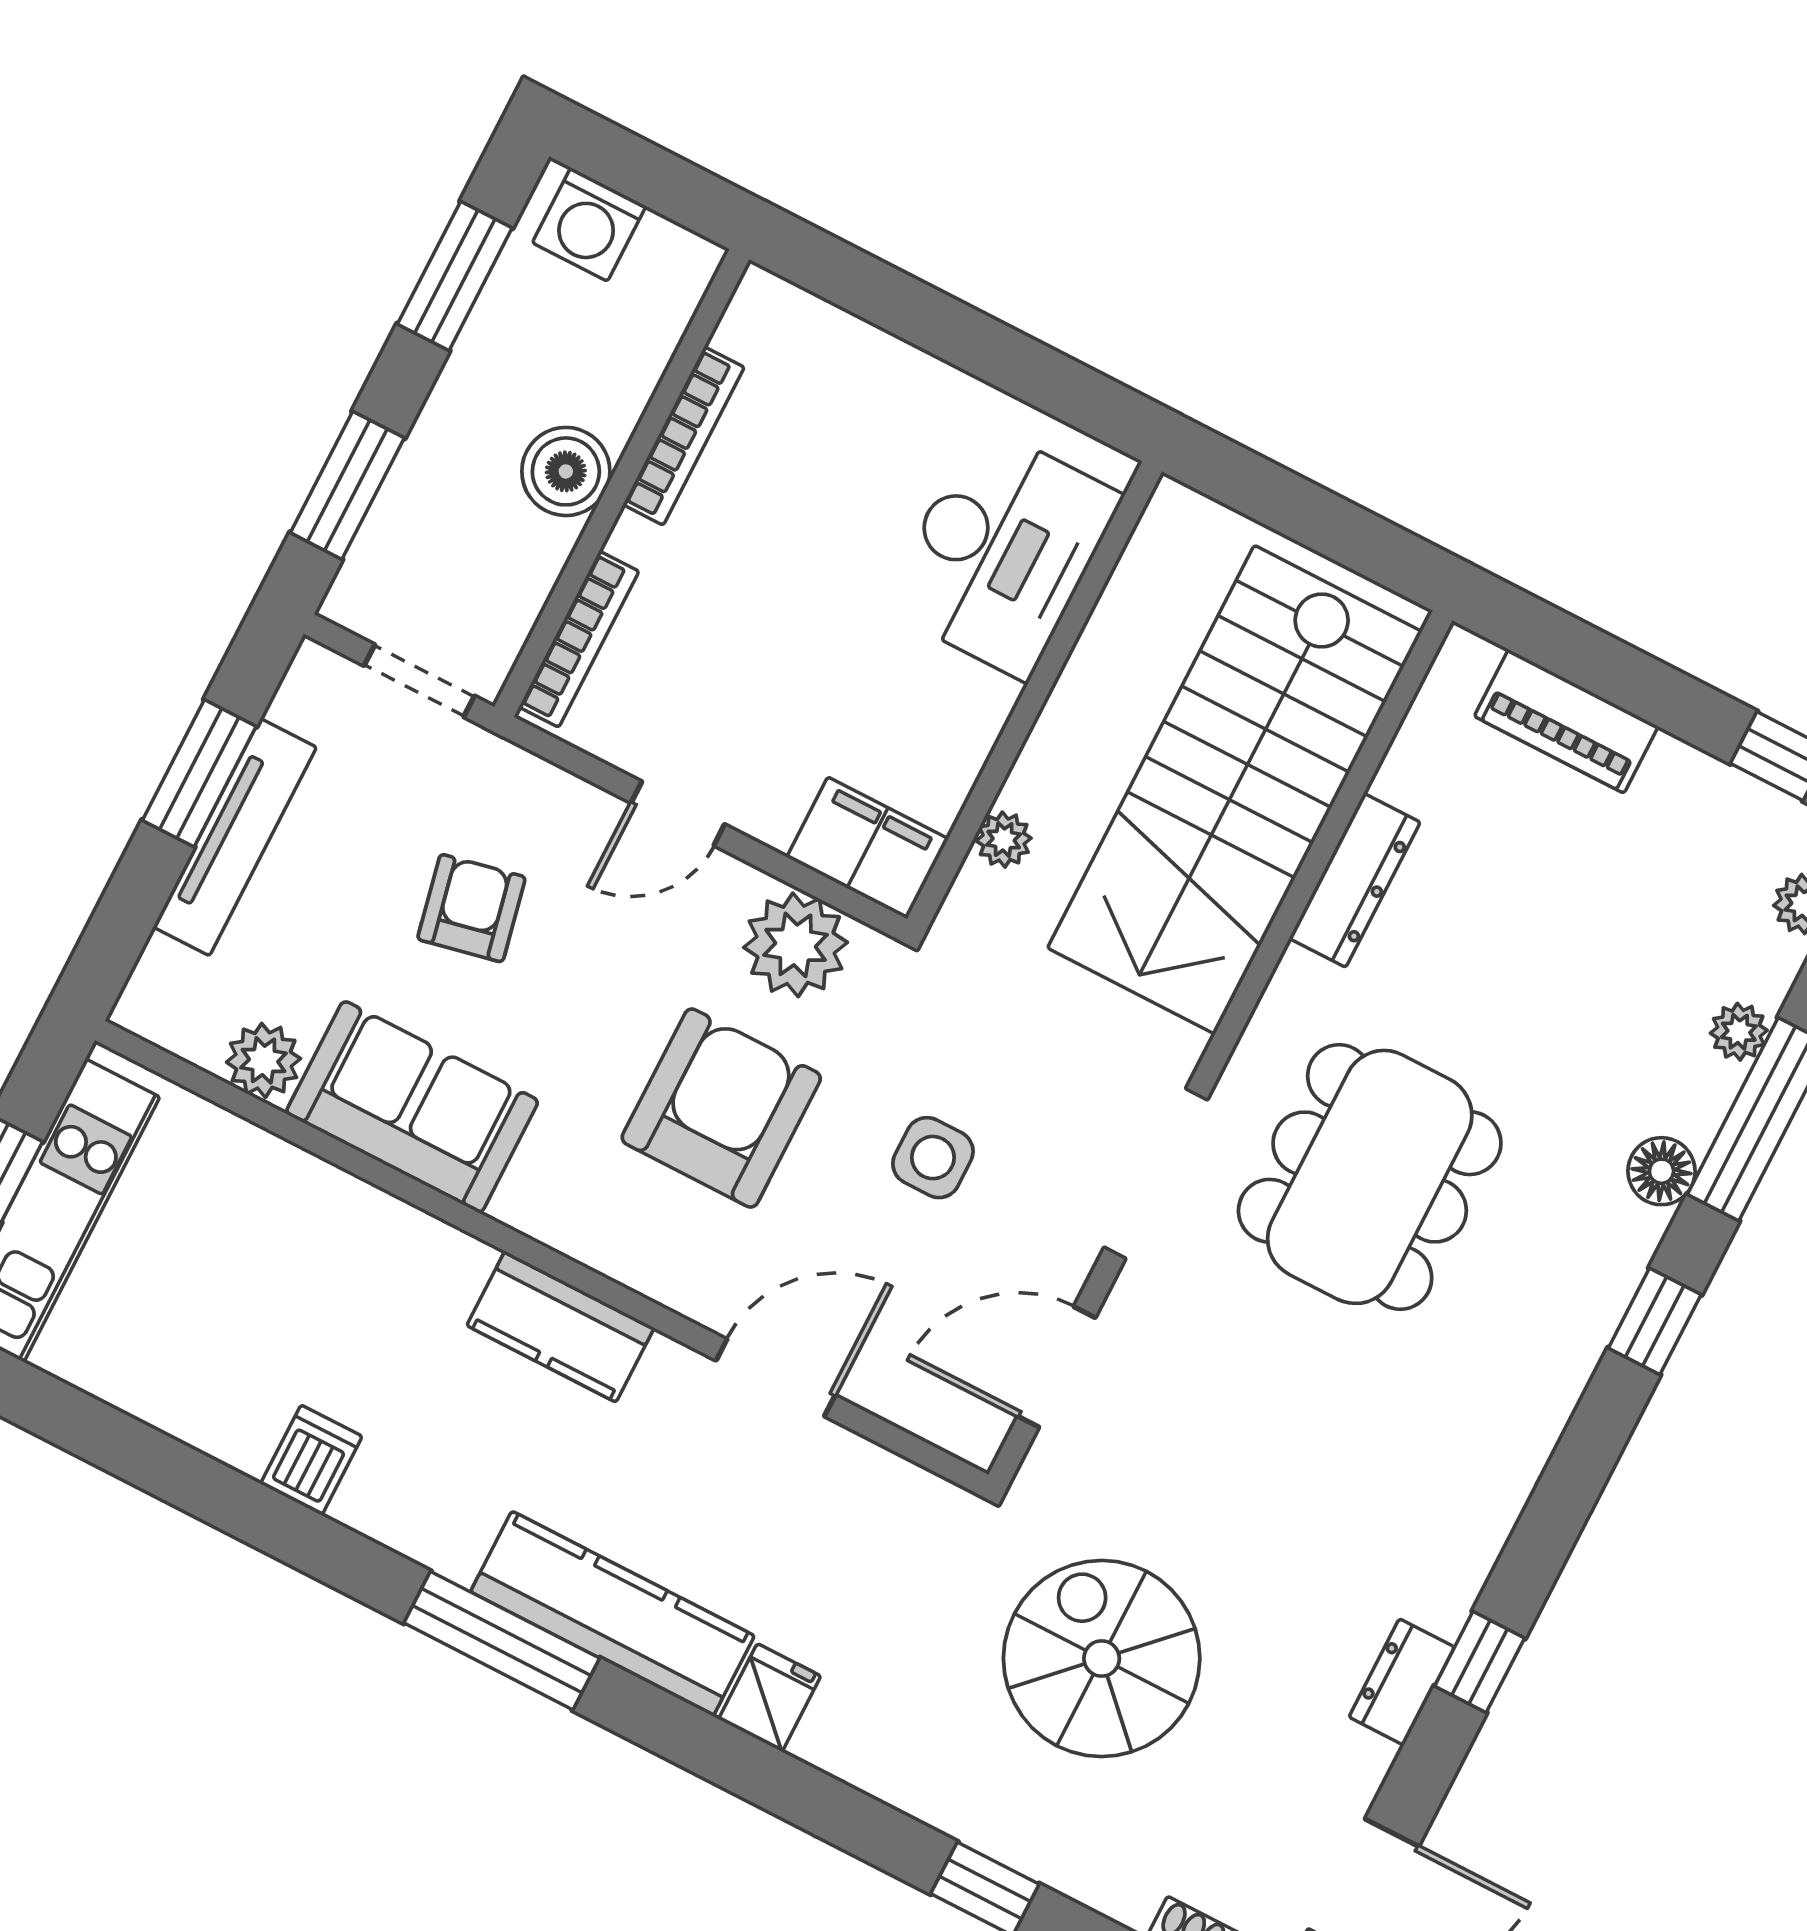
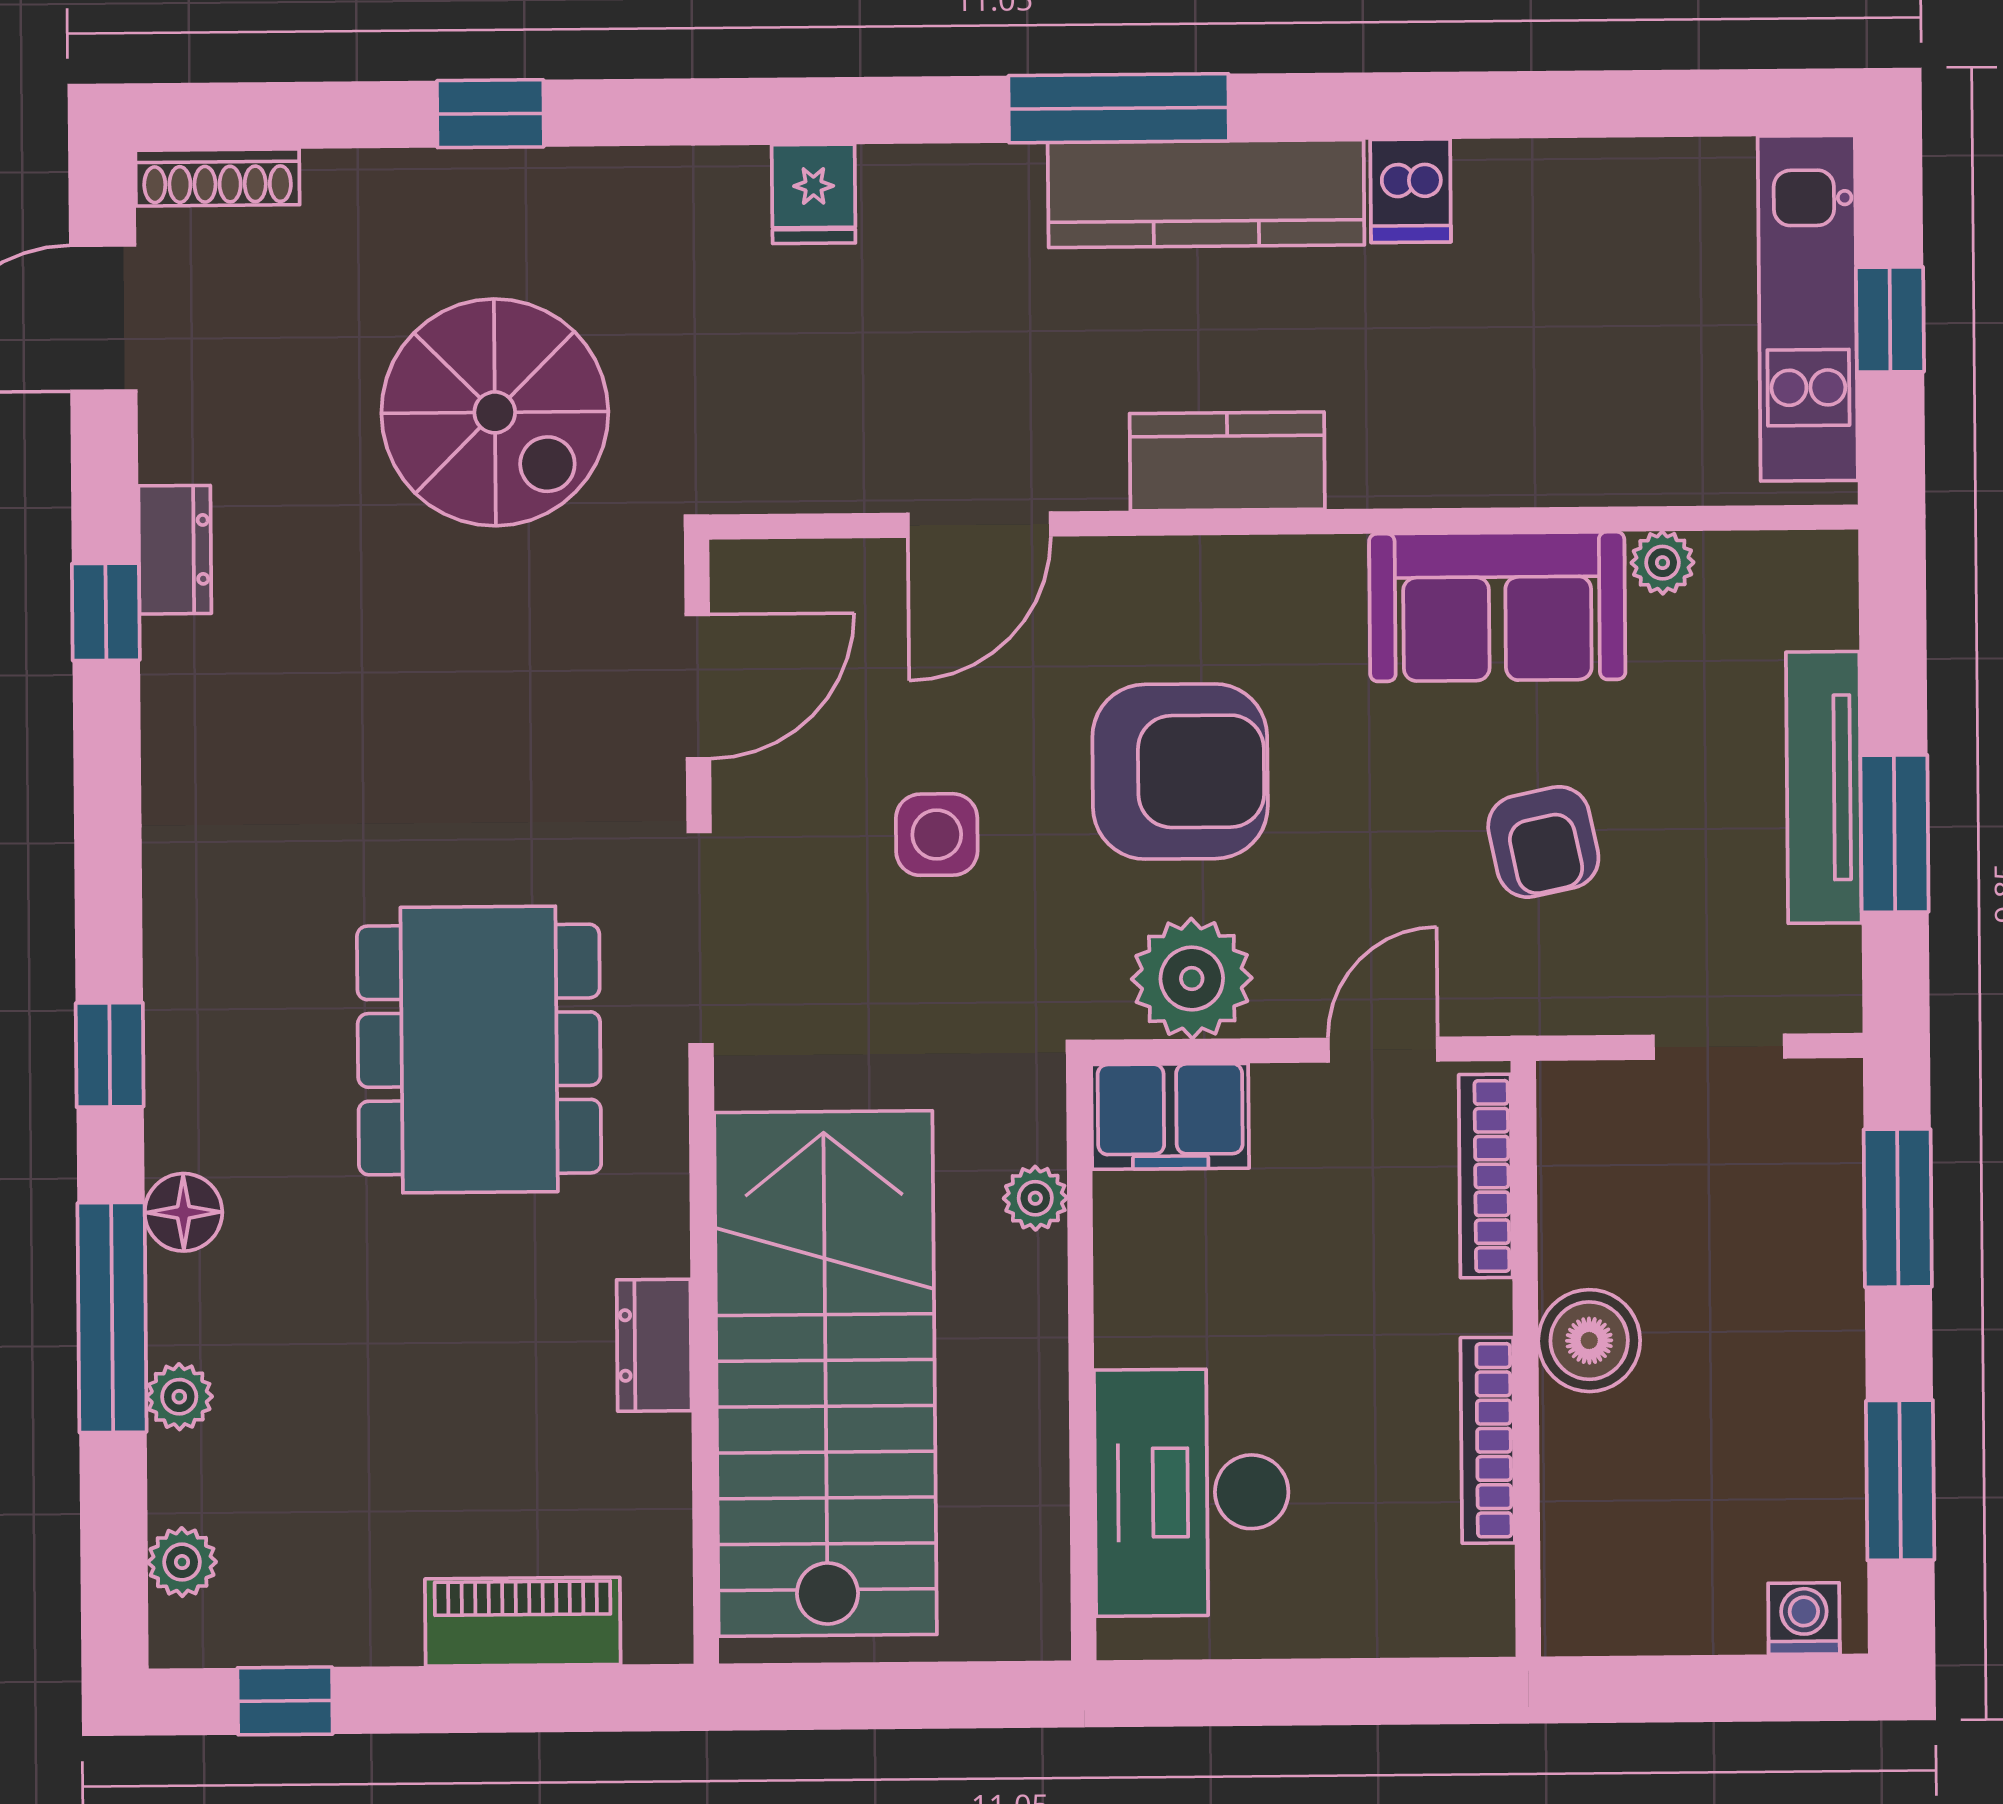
washing machine: (589, 224) -> (1804, 1619), width x0.73, depth x0.73
bookcase: (684, 436) -> (1488, 1440), moved
boiler: (566, 471) -> (1589, 1341), moved
wall: (622, 483) -> (1526, 1359), moved
bookcase: (579, 639) -> (1486, 1176), moved
dresser: (1355, 880) -> (654, 1345), width x0.70
plant: (264, 1060) -> (1663, 563), width x0.73, depth x0.73
armchair: (721, 1108) -> (1180, 772), turned -90
kitchen counter: (612, 1614) -> (1206, 194), moved

